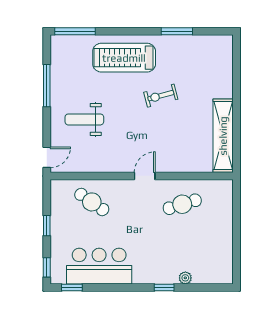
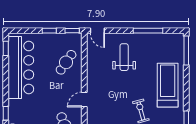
door: (145, 176) -> (84, 100), swing flipped
bar counter: (99, 266) -> (21, 67), width x1.36
window: (47, 267) -> (72, 31), moved

